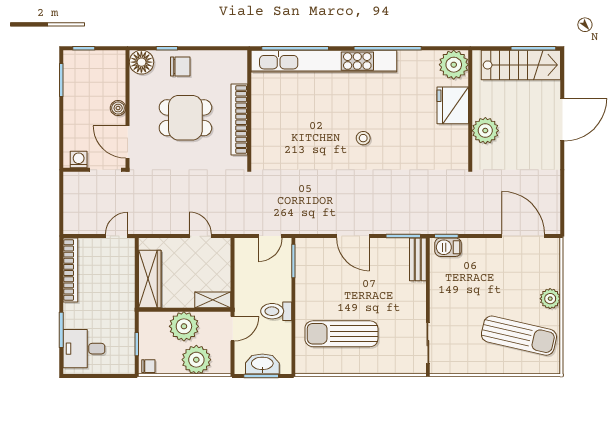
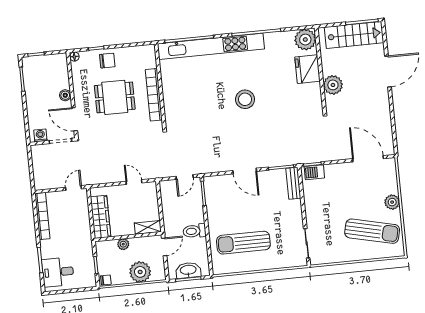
floor lamp: (141, 62) -> (74, 57), width x0.53, depth x0.53
stool: (363, 138) -> (245, 99), width x1.89, depth x1.89
plant: (184, 326) -> (123, 244), width x0.53, depth x0.53

